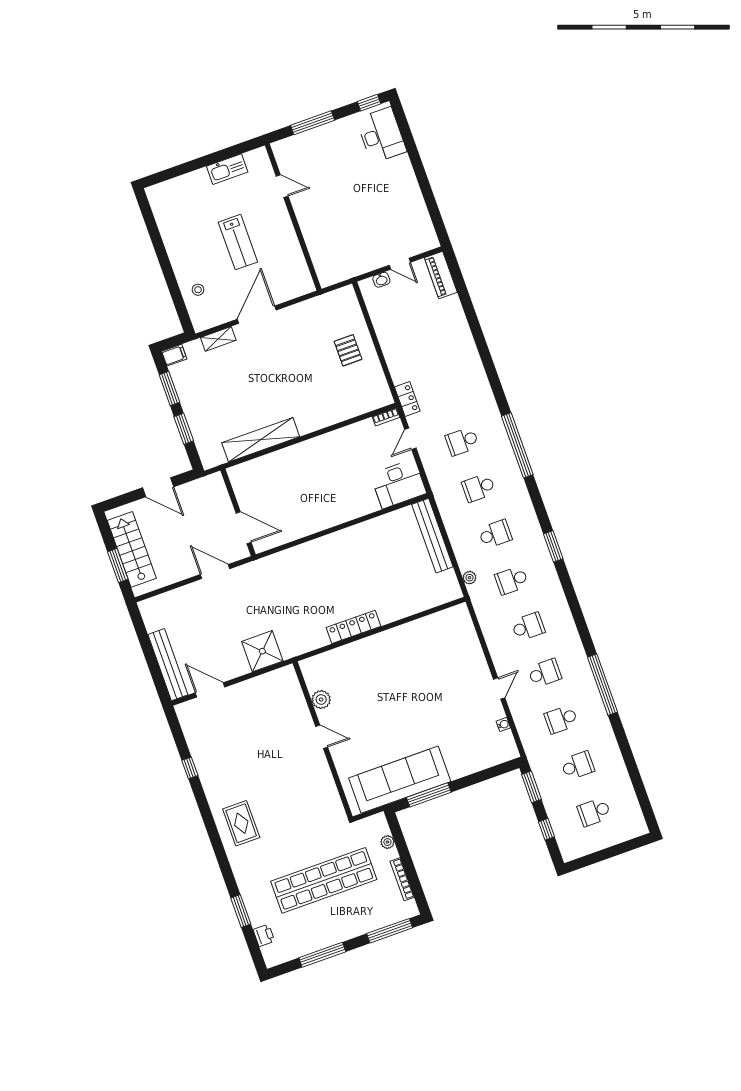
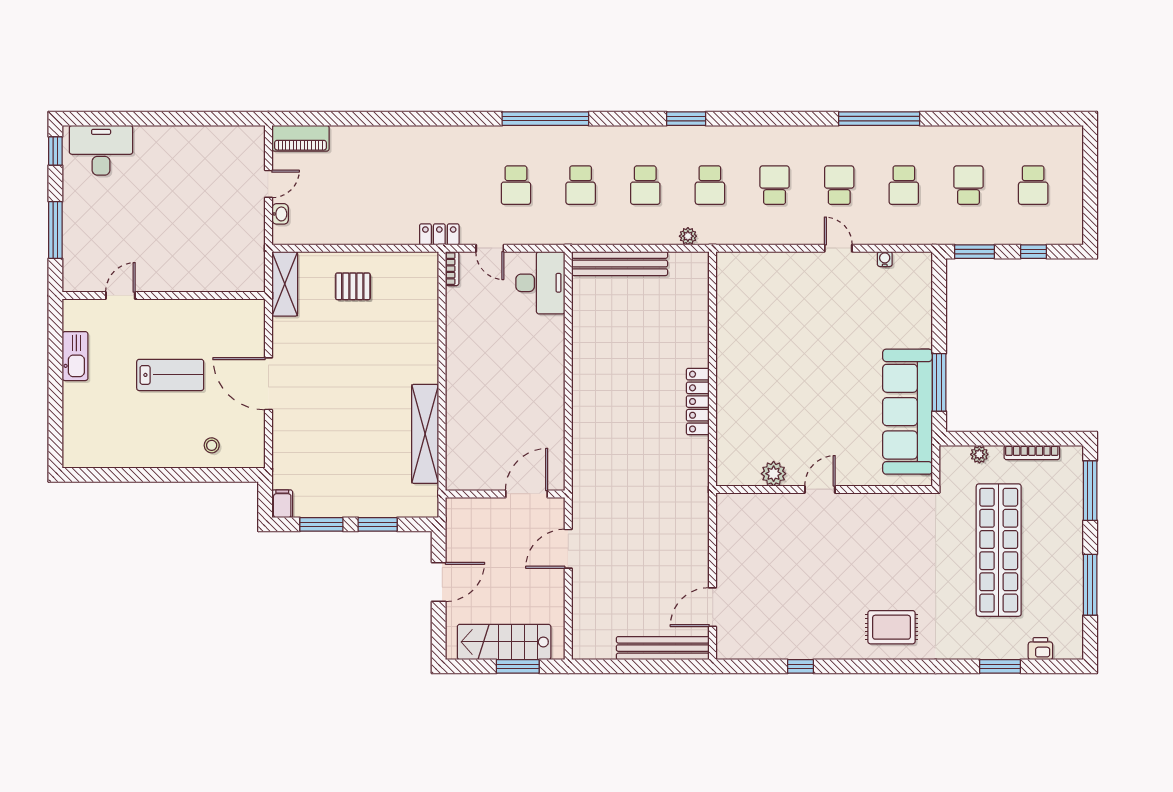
shelving: (218, 339) -> (285, 284), moved, width x1.50, depth x1.33
school desk: (495, 534) -> (645, 185), turned 180
shower: (262, 651) -> (688, 525), removed

